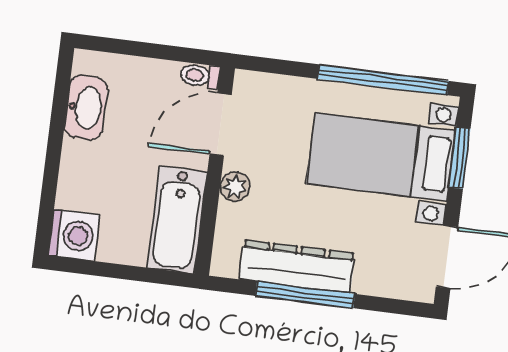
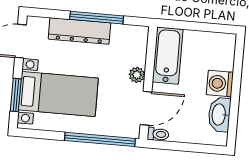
window: (383, 80) -> (100, 139), moved
washing machine: (74, 235) -> (220, 84), moved
dresser: (297, 266) -> (79, 31), moved

